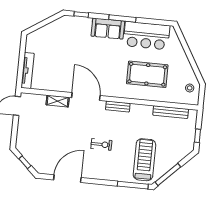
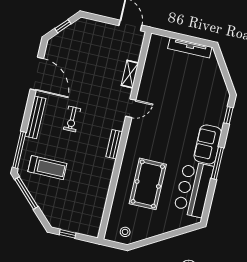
tv unit: (28, 71) -> (190, 48), moved
door: (86, 97) -> (131, 108), width x0.53
bench: (171, 112) -> (35, 117), moved
treadmill: (144, 160) -> (47, 168), width x0.73, depth x0.73

